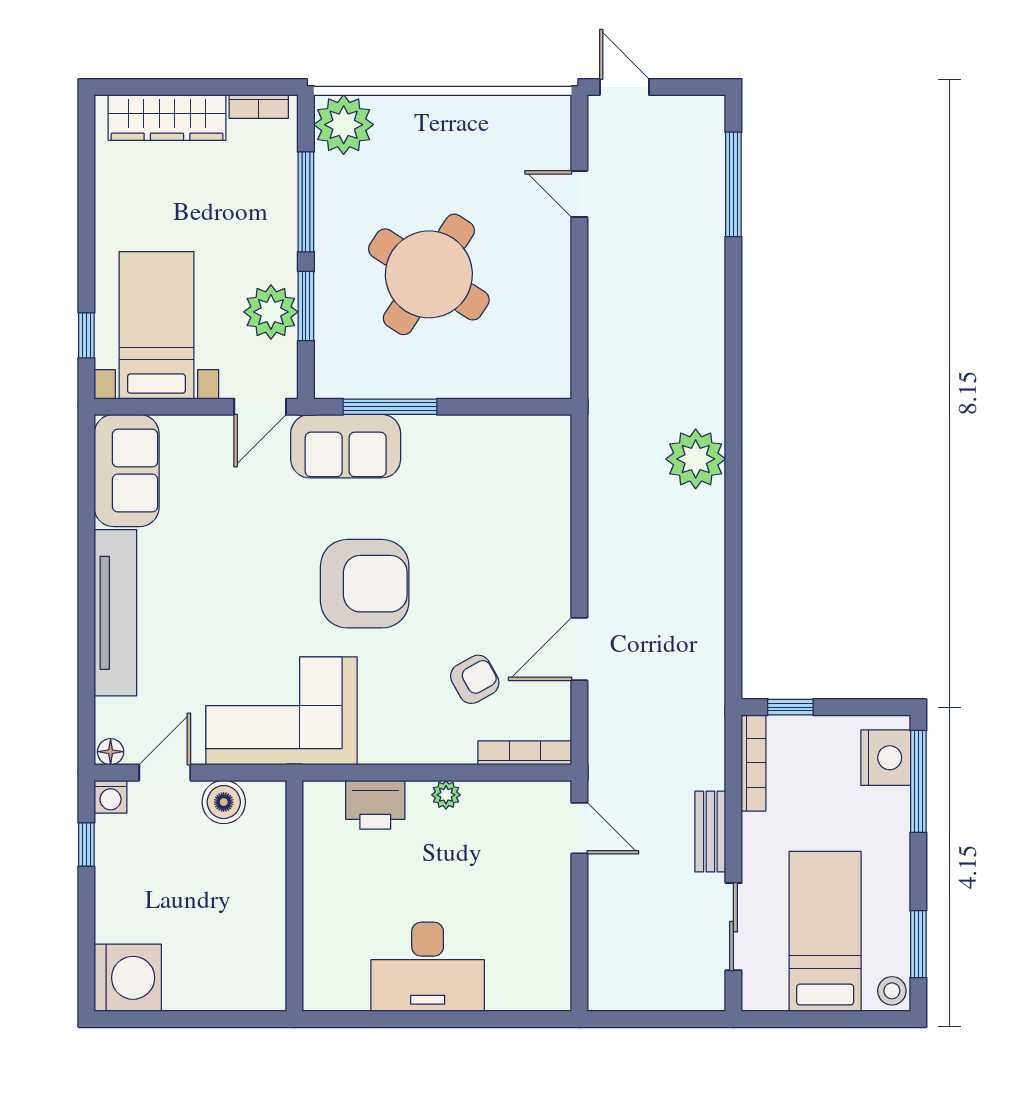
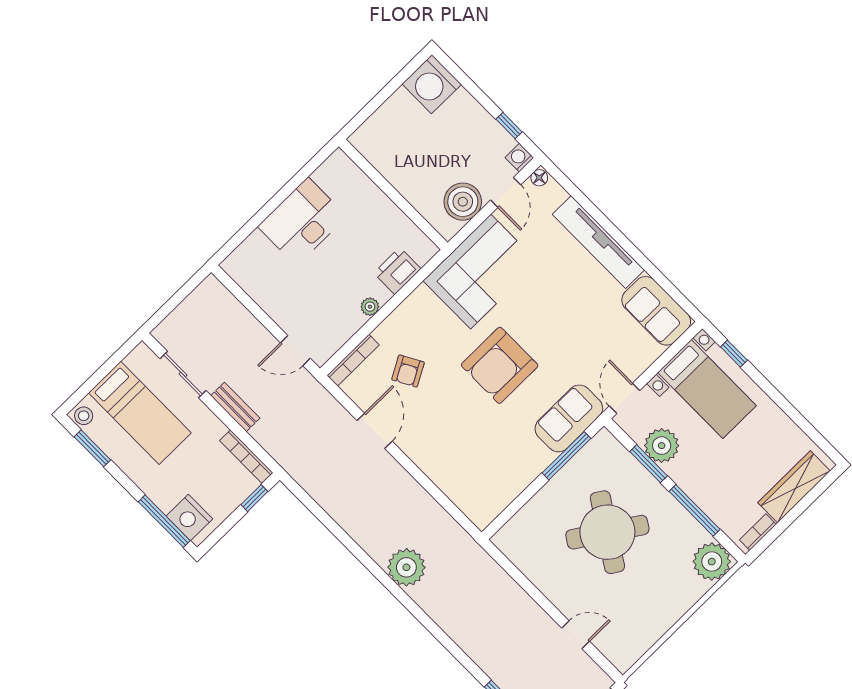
boiler: (224, 802) -> (463, 202), width x1.37, depth x1.37

